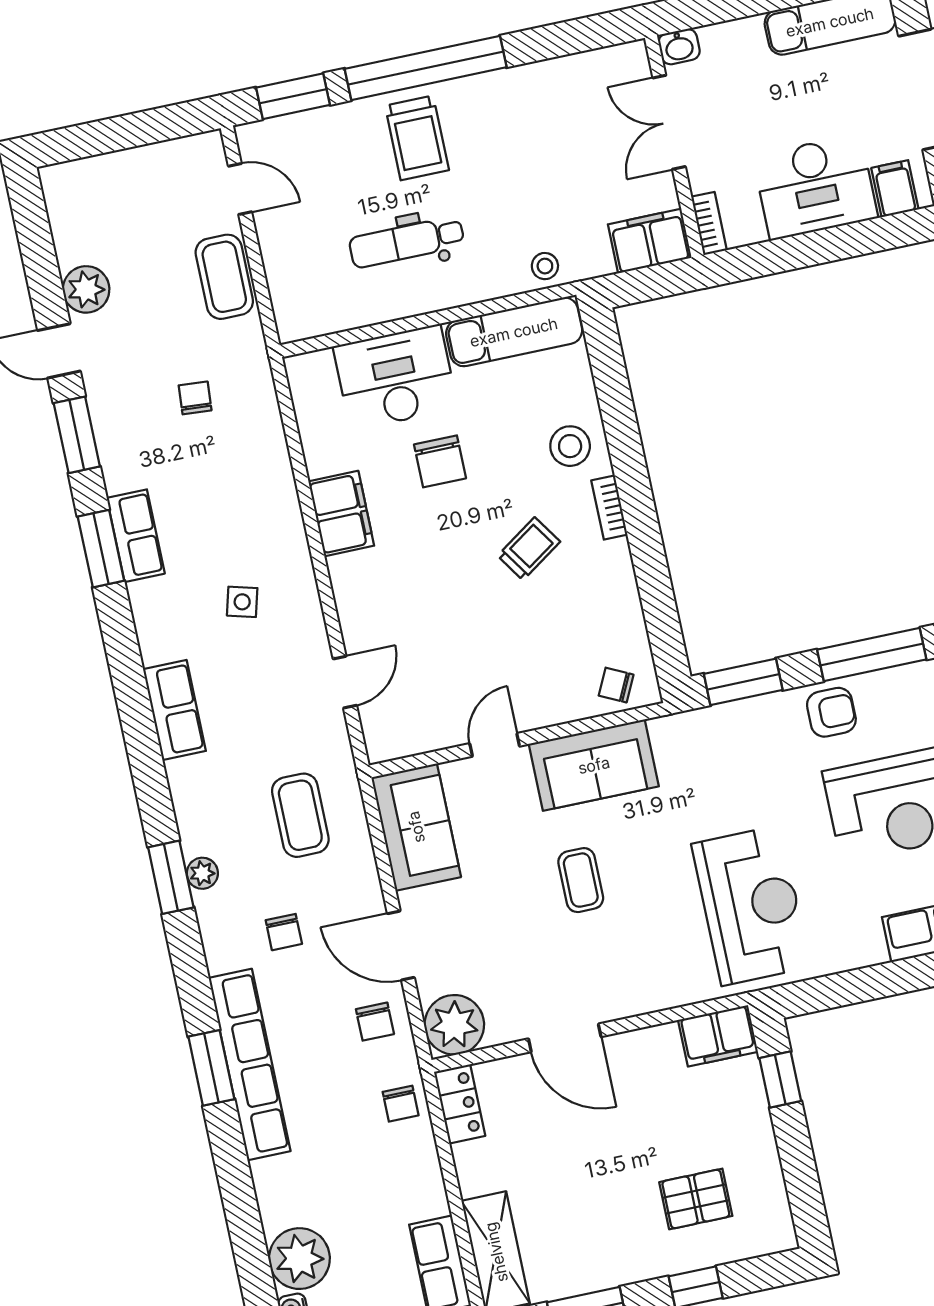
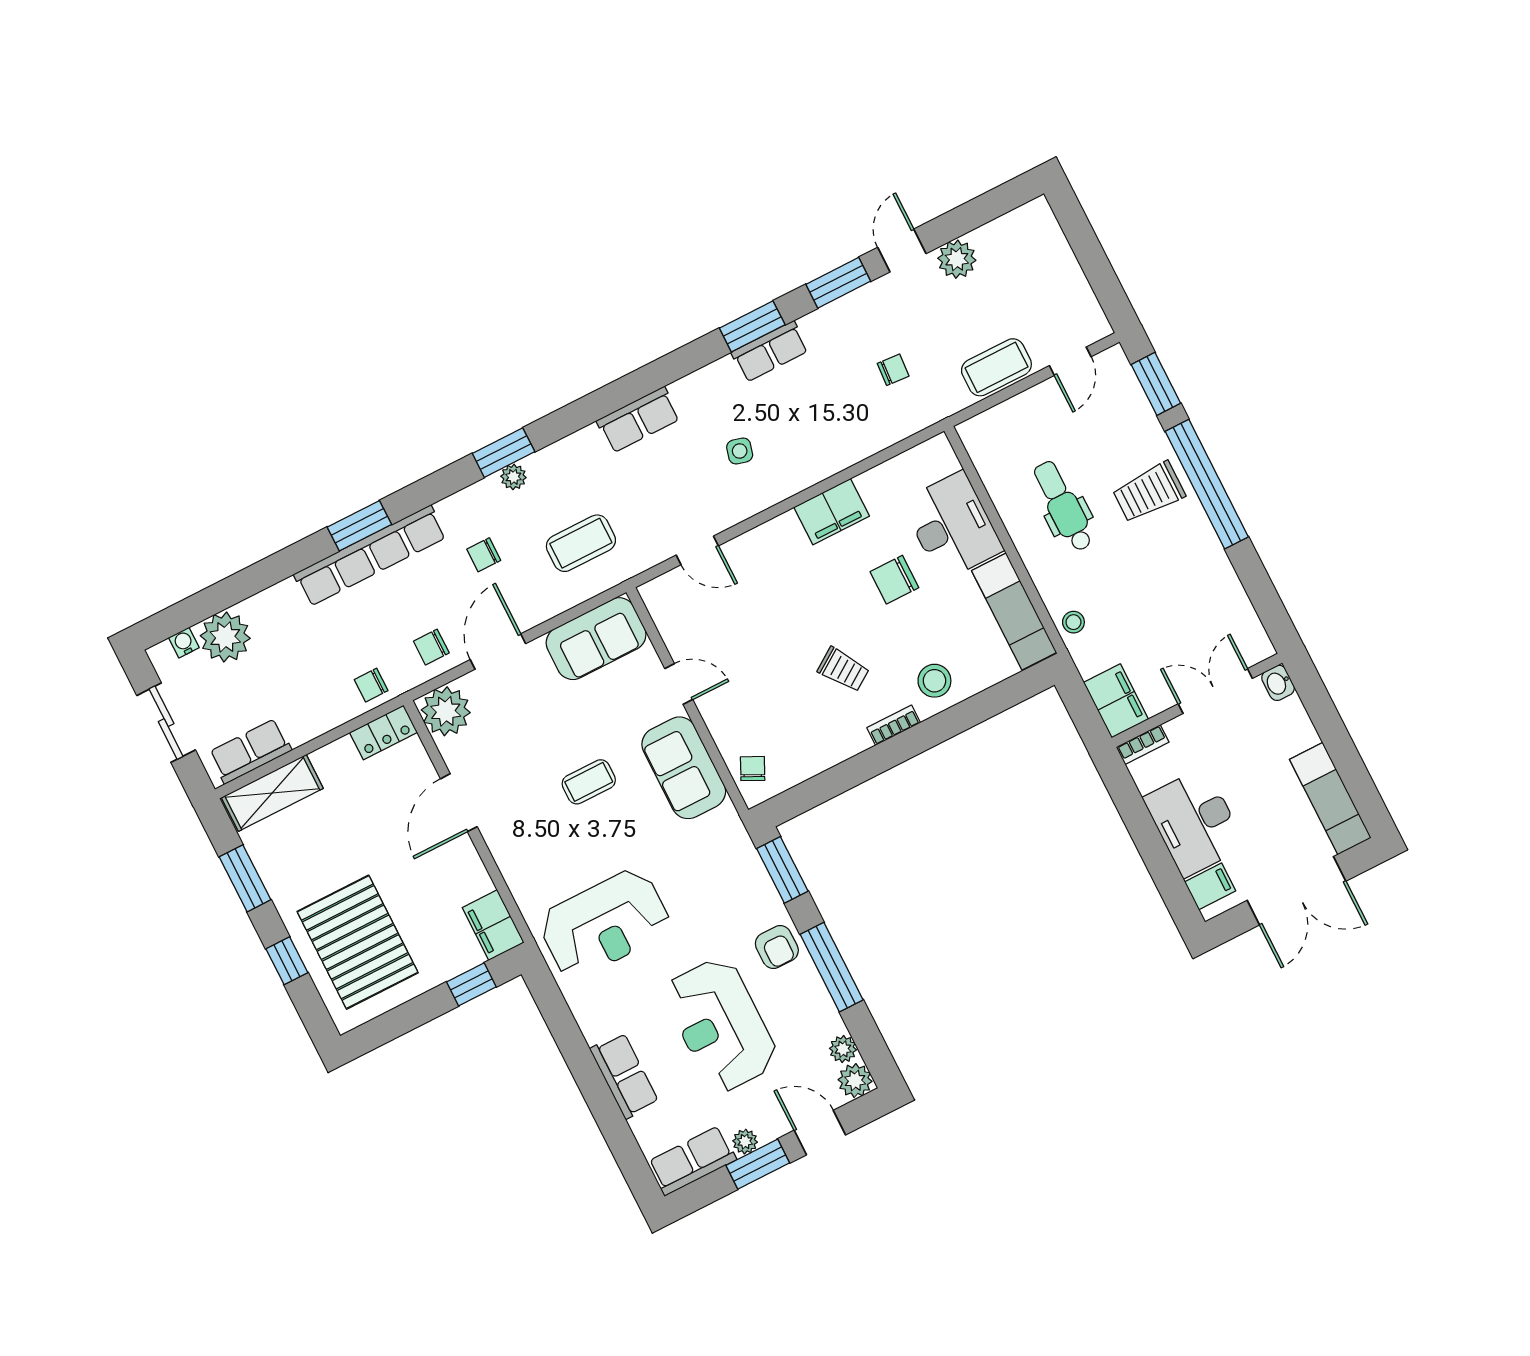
pallet: (696, 1199) -> (358, 942), width x2.05, depth x2.00

